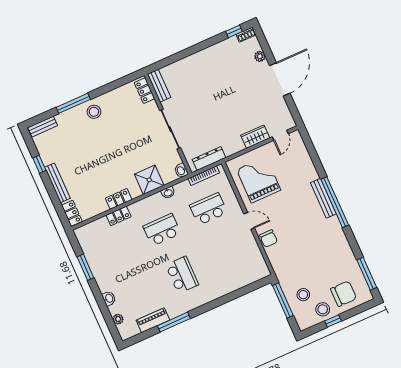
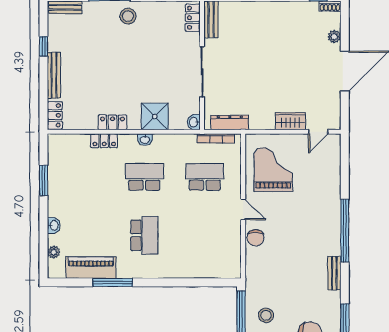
washbasin: (168, 193) -> (145, 140), moved
bench: (323, 198) -> (334, 273), moved, width x0.73
piano: (153, 320) -> (91, 268), width x1.37, depth x1.33

